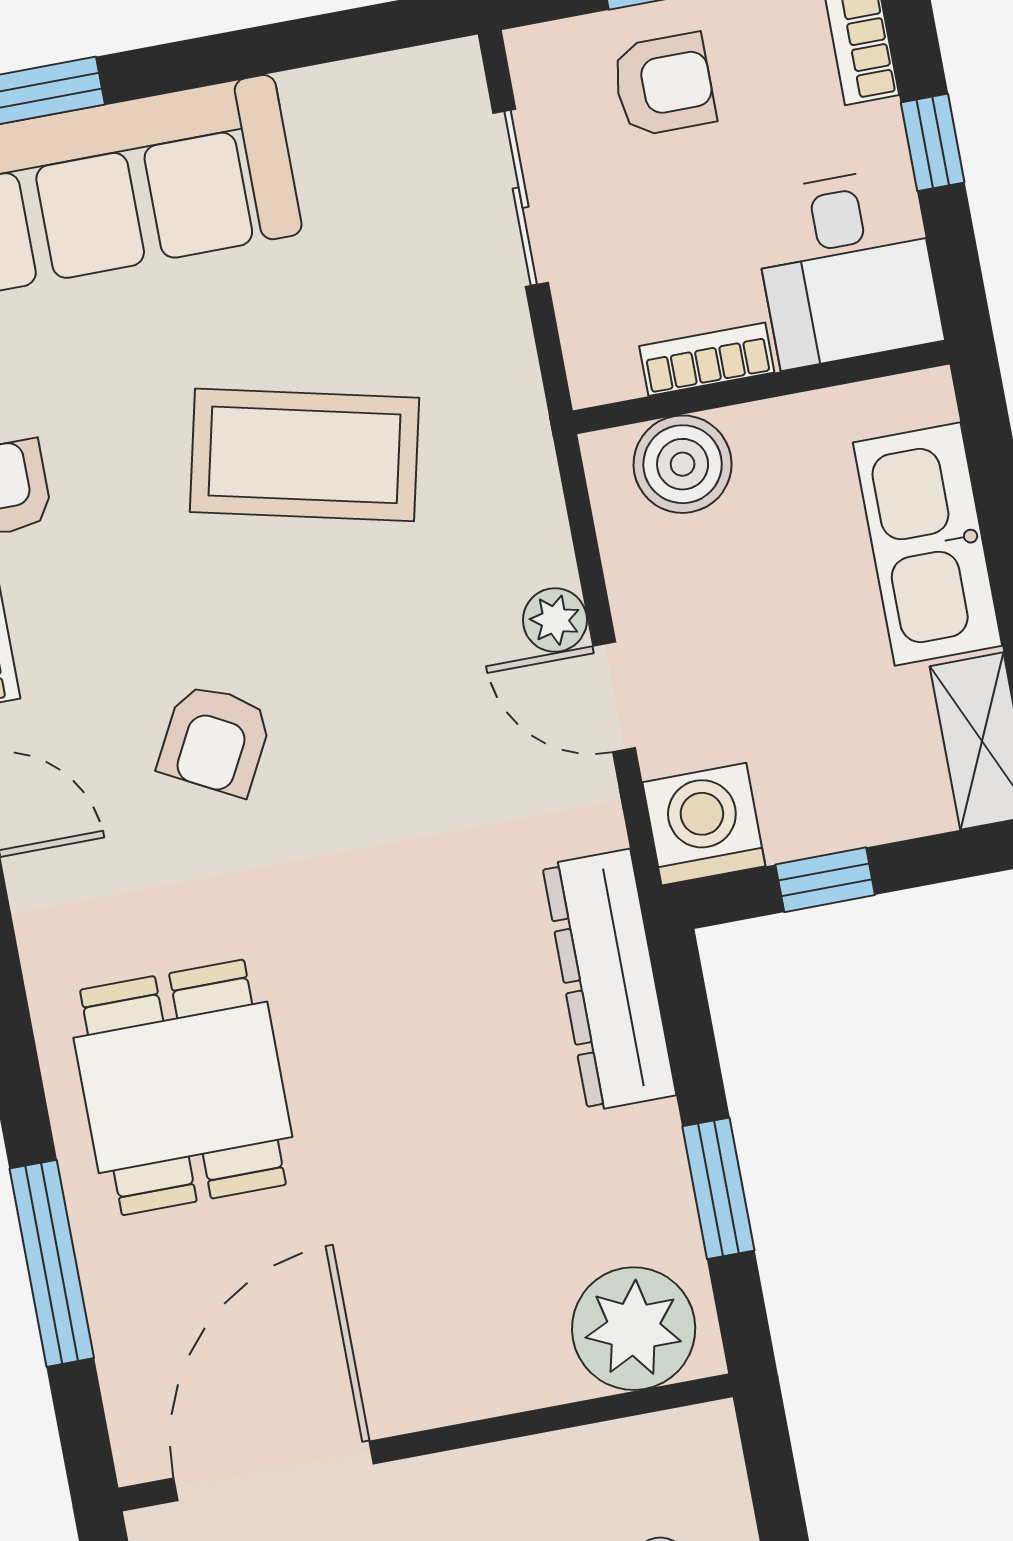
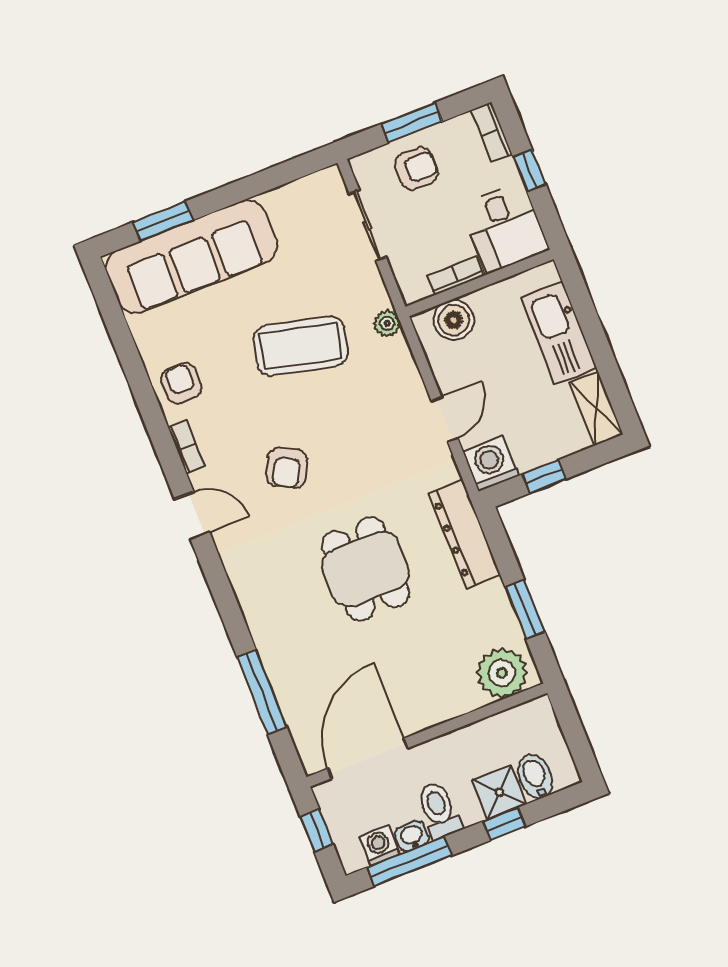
plant: (555, 620) -> (387, 323), moved
door: (614, 697) -> (444, 419), swing flipped
dining table: (183, 1087) -> (365, 569), moved

